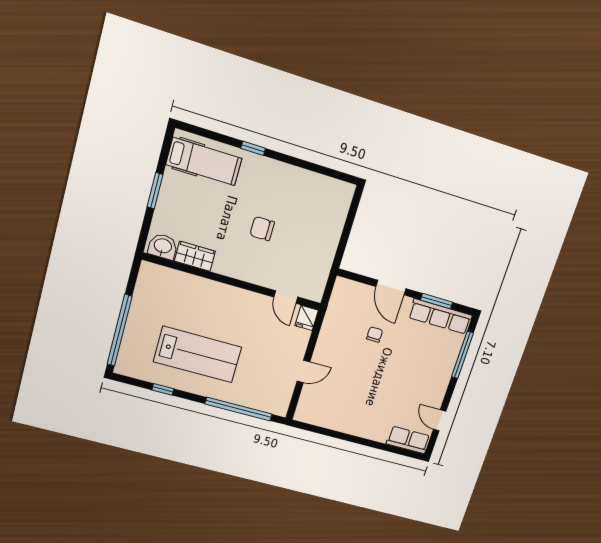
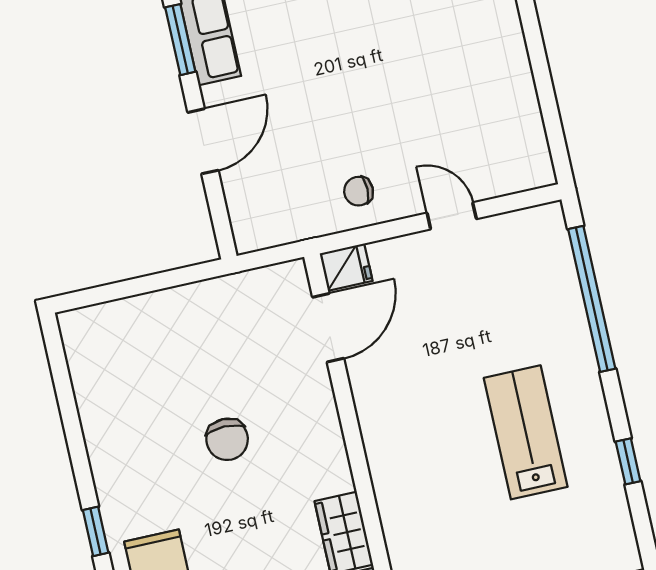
door: (286, 297) -> (328, 328), width x1.38
chair: (375, 335) -> (359, 191), moved
lab bench: (198, 355) -> (526, 432), width x0.73, depth x0.72

